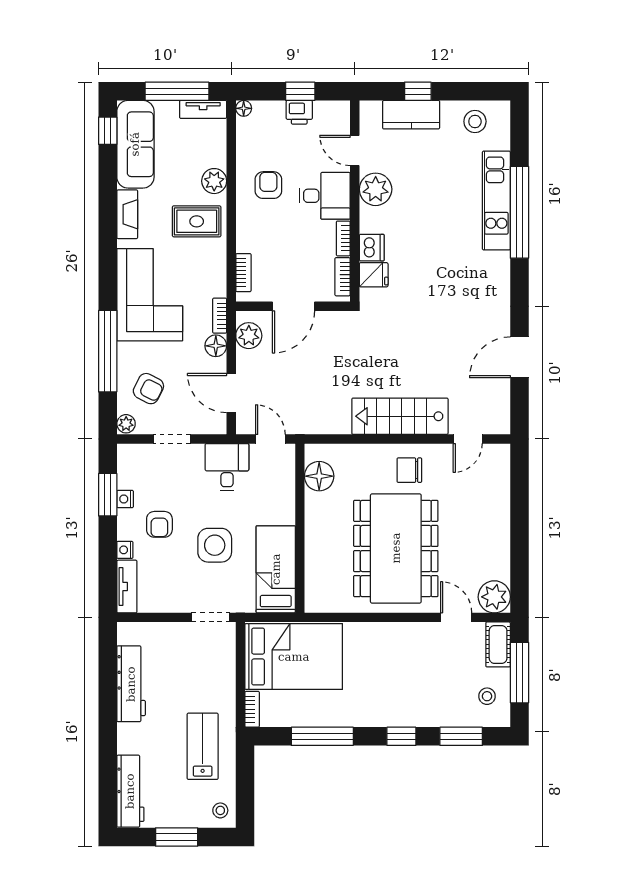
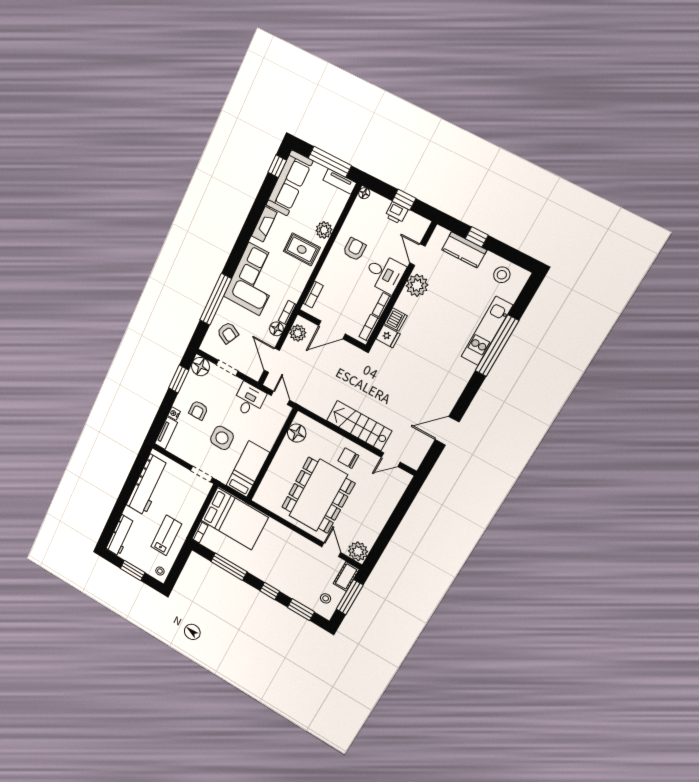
plant: (126, 424) -> (206, 346), removed
floor lamp: (132, 458) -> (200, 367), added
nightstand: (125, 499) -> (187, 387), removed
workbench: (131, 684) -> (147, 485), width x1.36, depth x1.32

